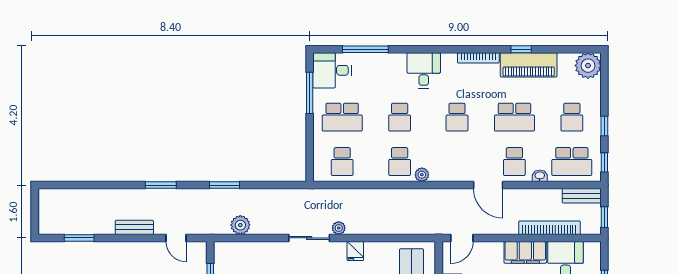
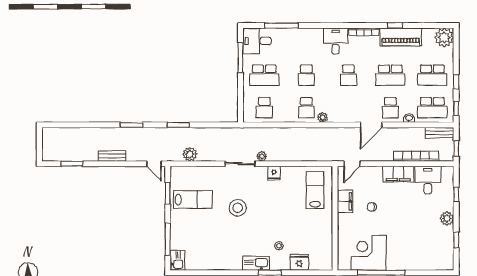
desk: (424, 70) -> (336, 41), moved
school desk: (572, 117) -> (432, 75), width x1.85
door: (488, 185) -> (371, 125), hinge flipped
door: (176, 238) -> (154, 164), moved

